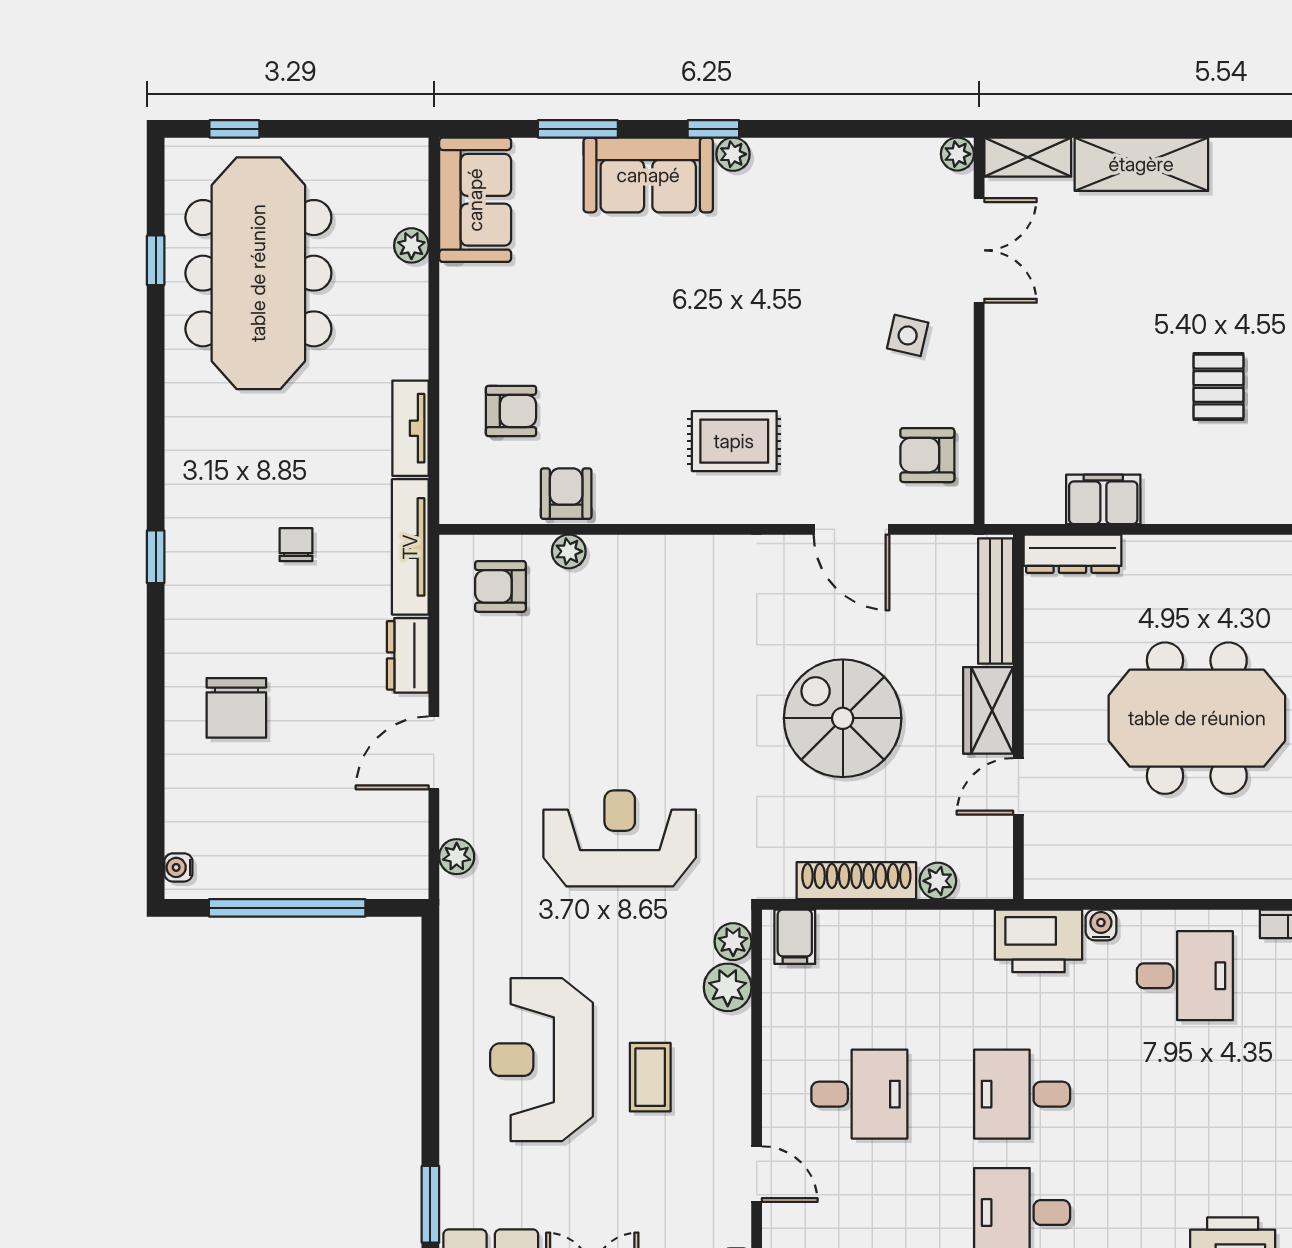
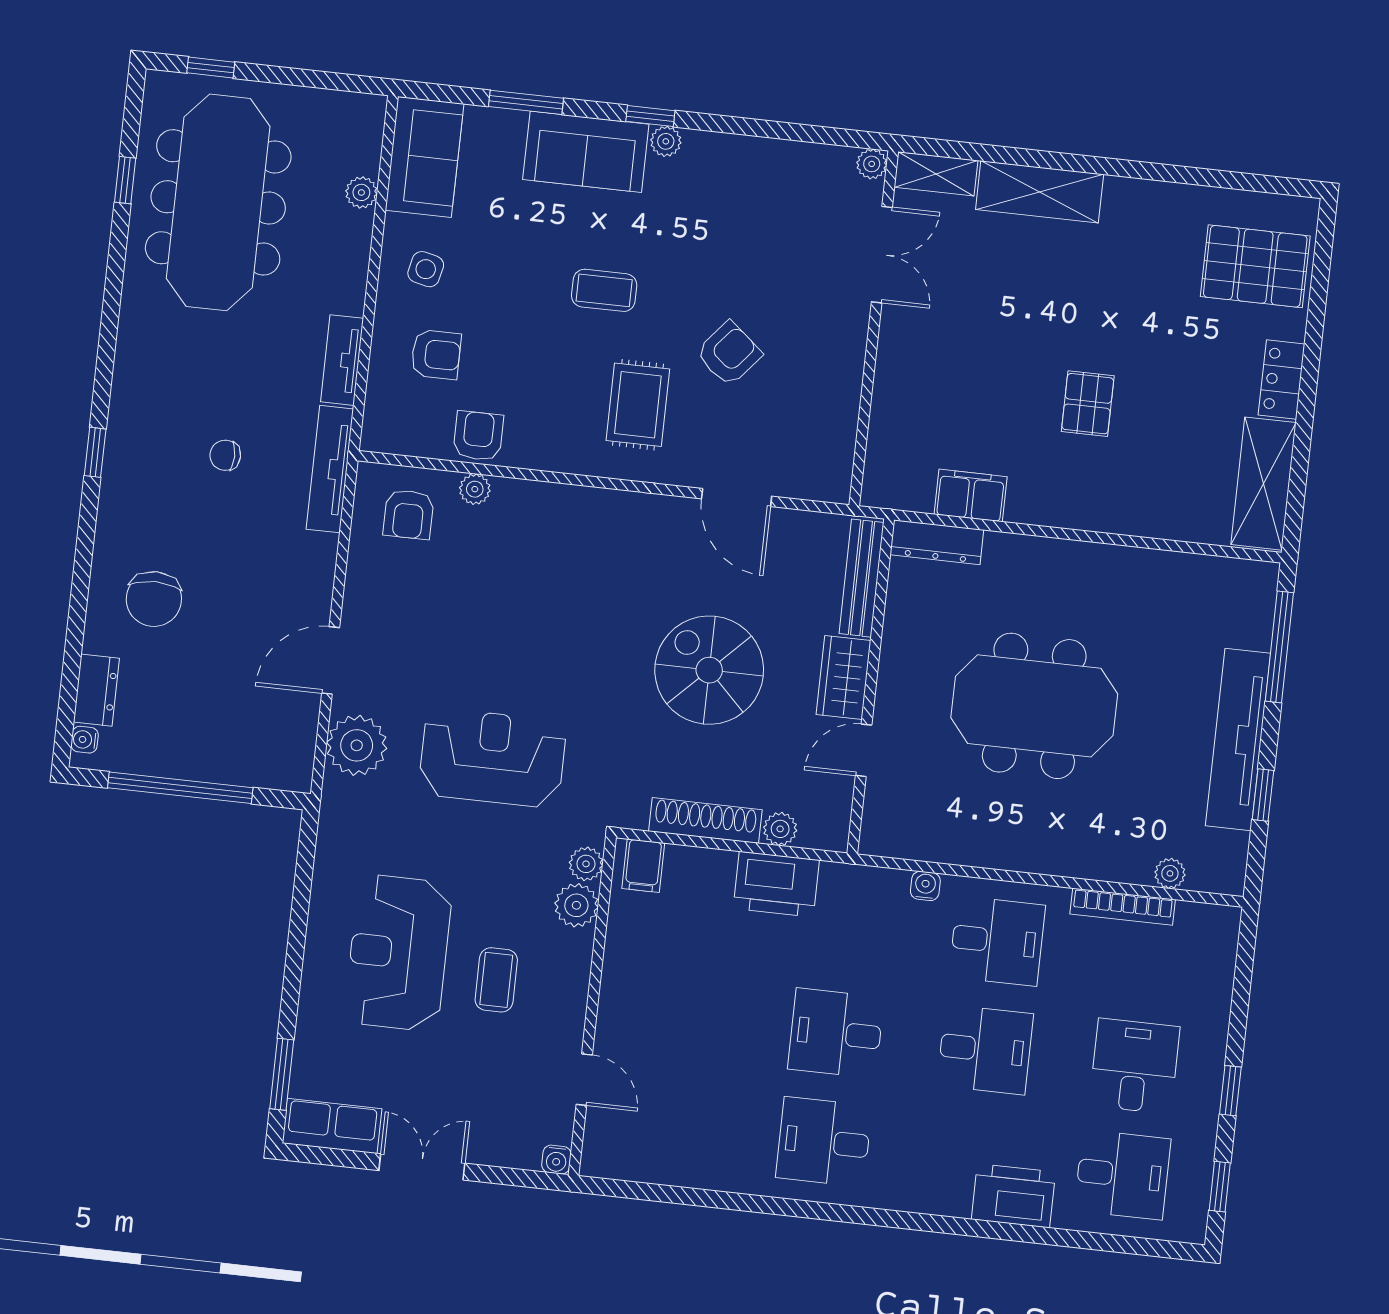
coffee table: (684, 322) -> (604, 290), added
side table: (908, 335) -> (426, 269), moved
rug: (734, 441) -> (638, 405), turned 90
armchair: (927, 455) -> (729, 354), moved, turned 130
chair: (296, 545) -> (225, 455), turned -90
armchair: (500, 586) -> (409, 514), turned -90
dresser: (408, 655) -> (96, 690), moved, turned 180
plant: (457, 857) -> (357, 745), width x1.87, depth x1.87
printer: (1039, 941) -> (776, 884), moved
desk: (859, 1094) -> (985, 1050), moved

